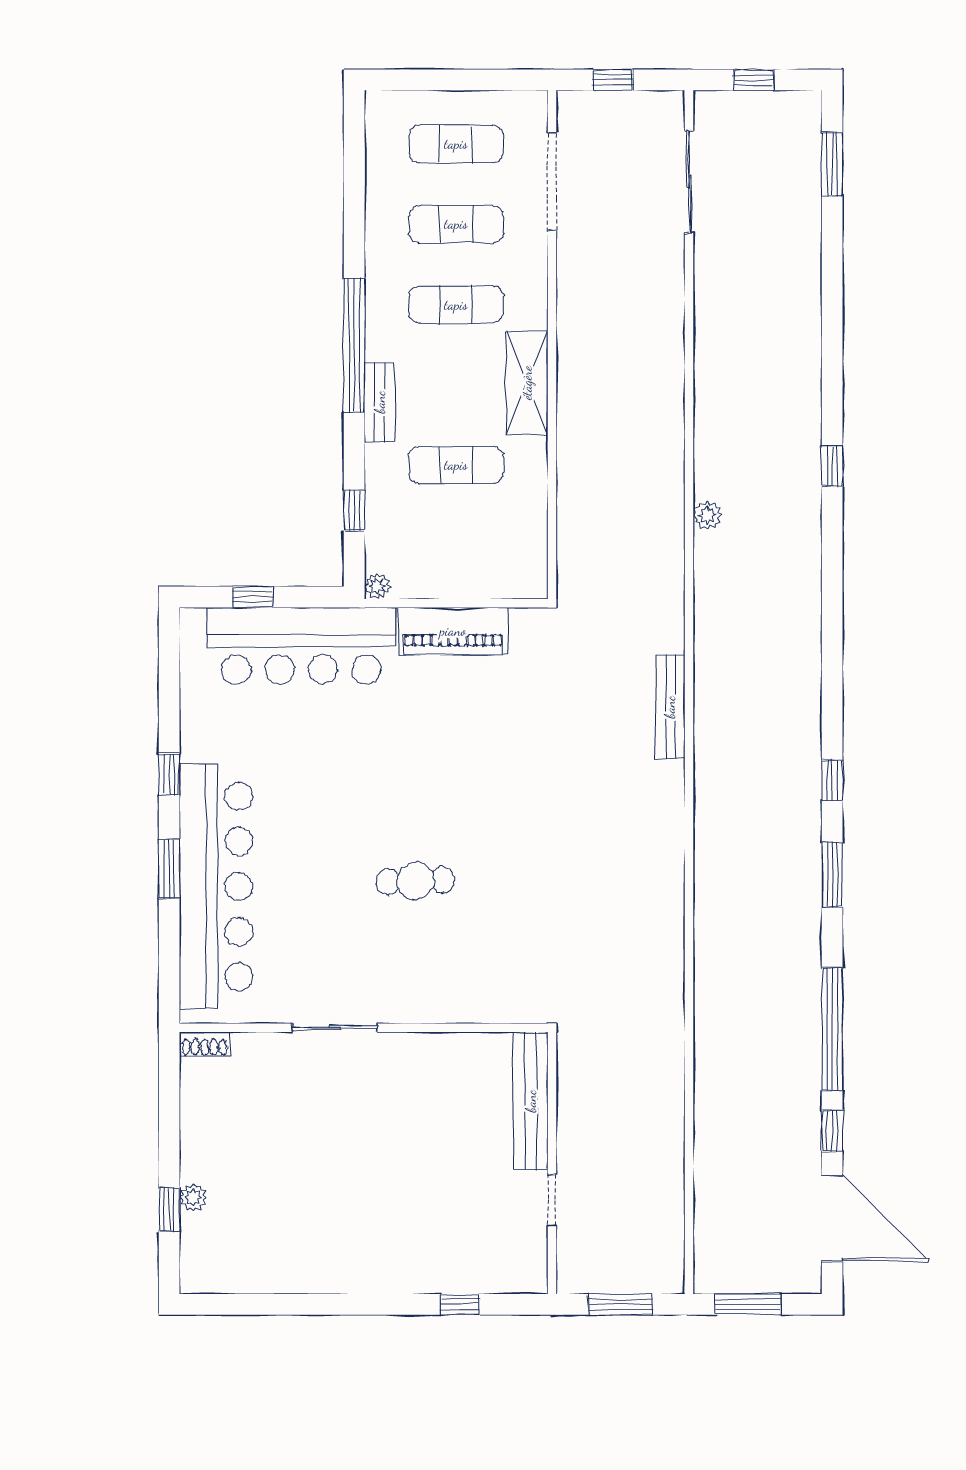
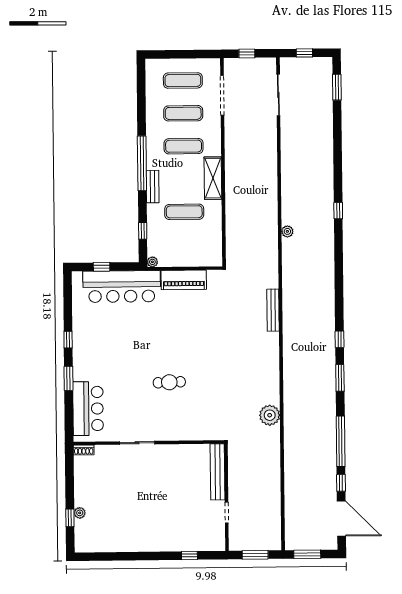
bar counter: (216, 886) -> (88, 409), width x0.54
plant: (660, 964) -> (270, 415), added

